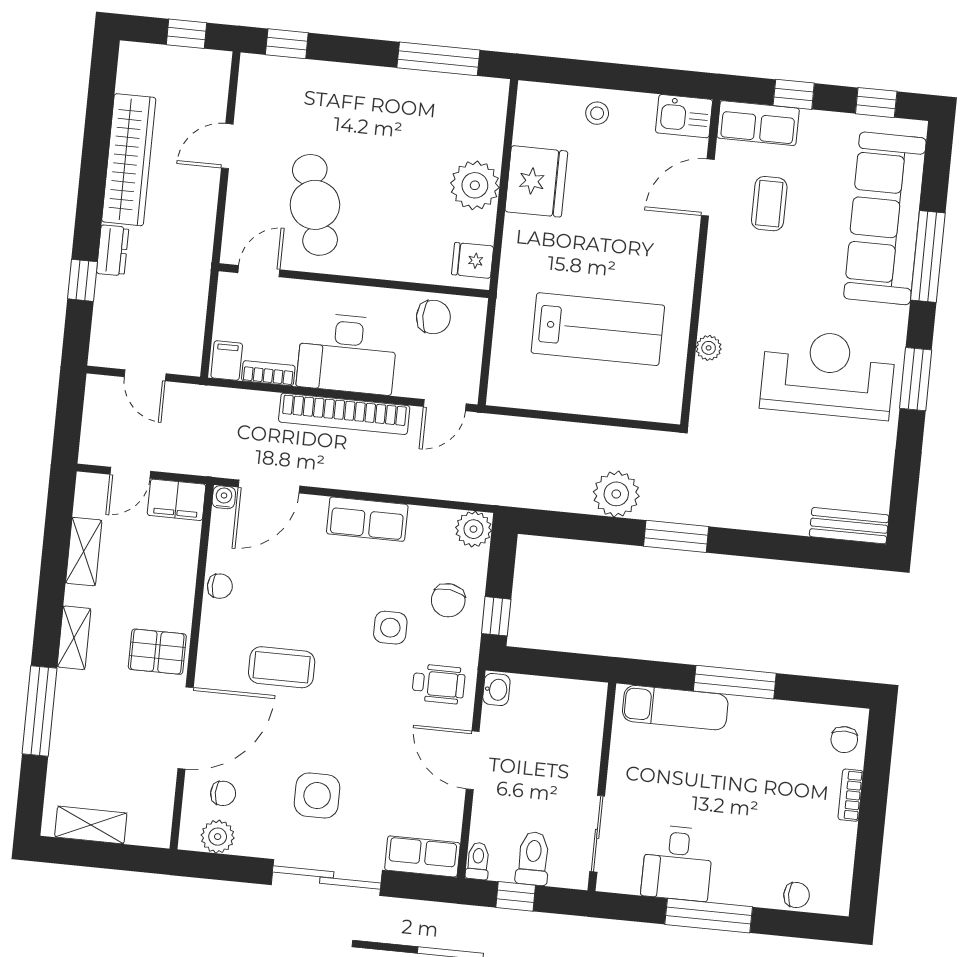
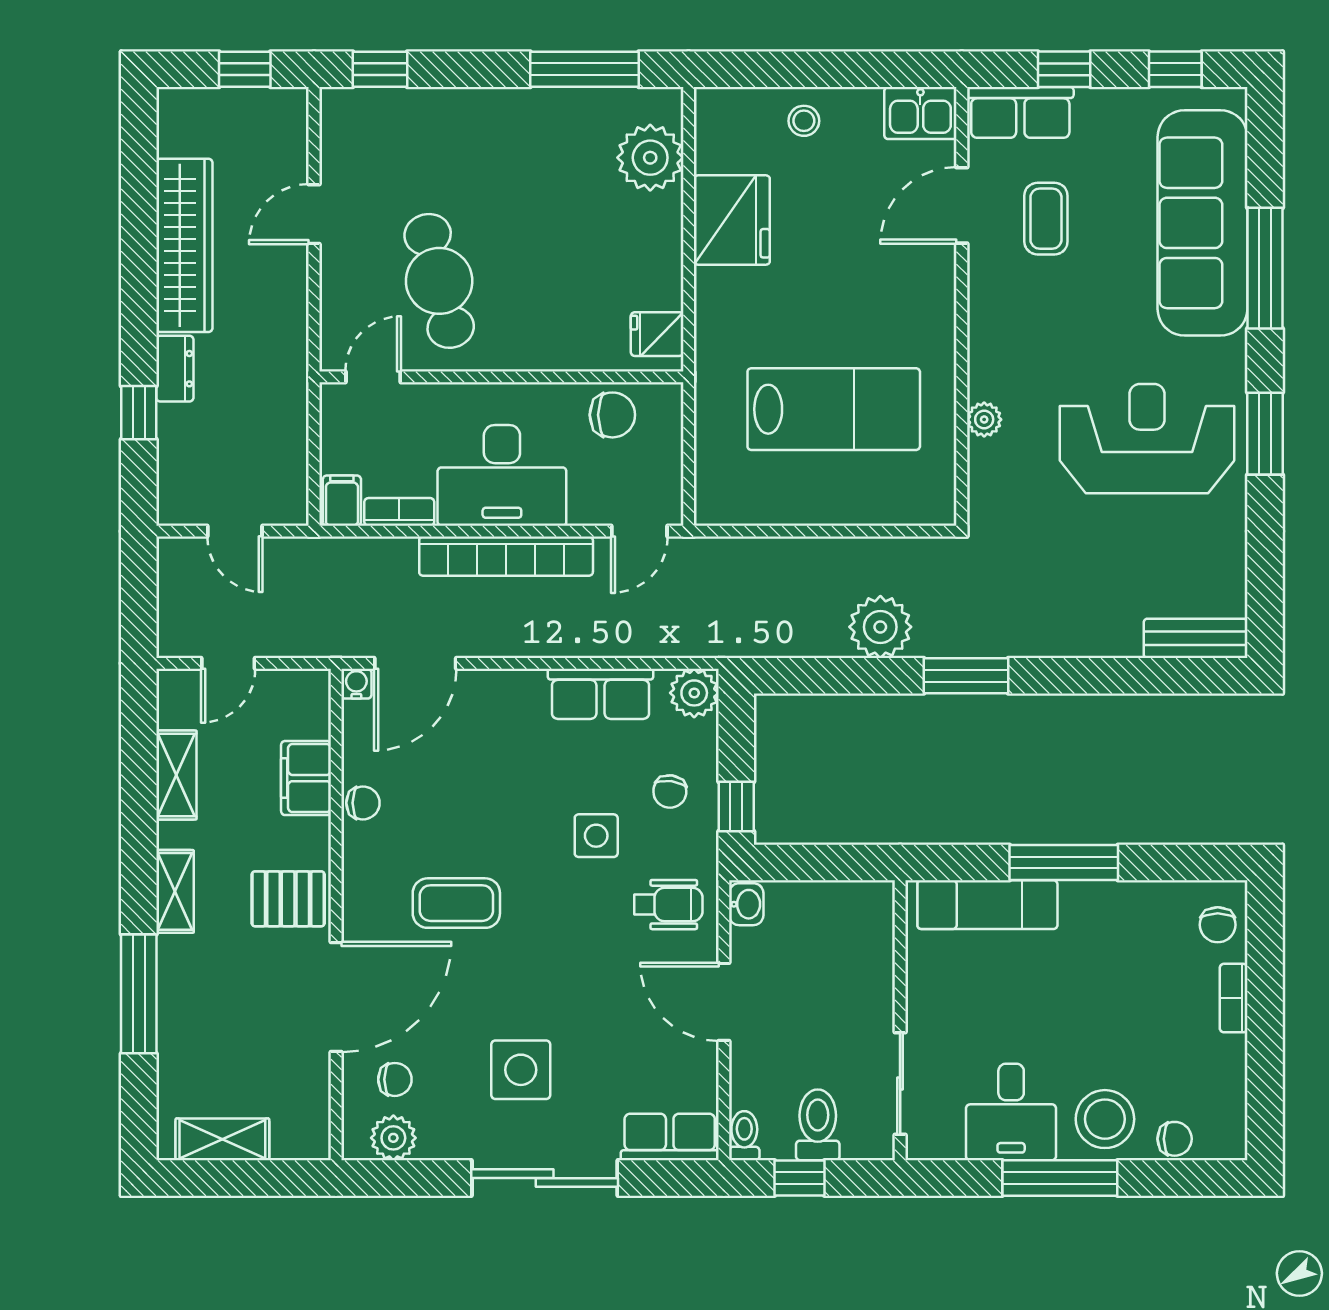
plant: (475, 185) -> (650, 158), moved
filing cabinet: (177, 500) -> (306, 778), moved, turned 90
row of seats: (367, 519) -> (601, 694), moved
chair: (448, 600) -> (670, 792), width x0.73, depth x0.73
stool: (746, 875) -> (1105, 1119), added

